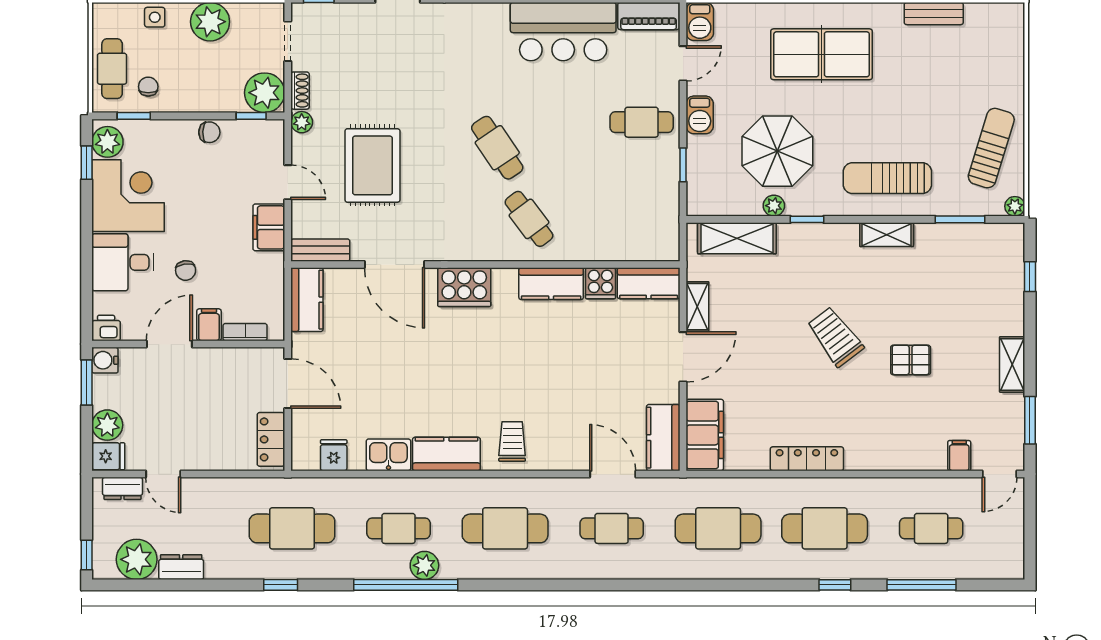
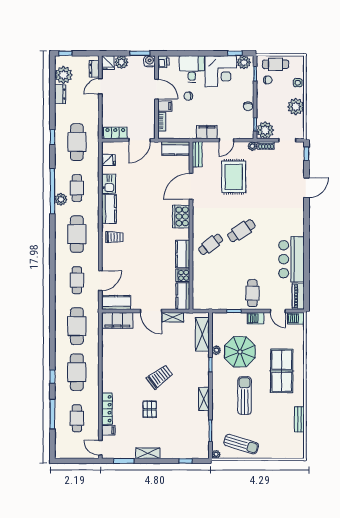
rug: (372, 165) -> (234, 177), turned 90
sun lounger: (887, 178) -> (245, 396), moved
locker: (807, 459) -> (107, 409), moved

